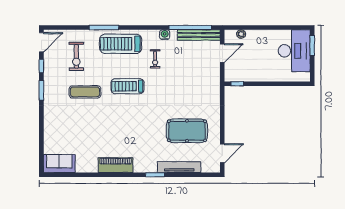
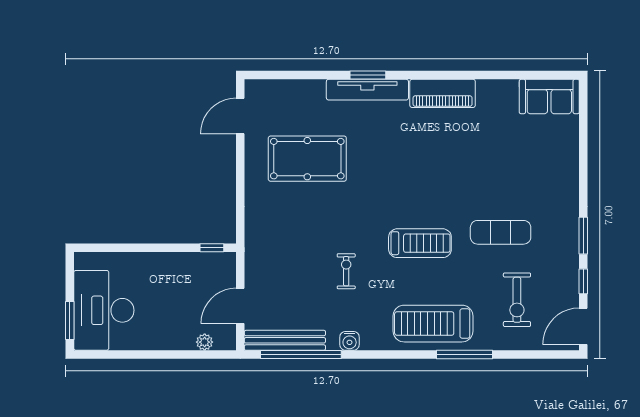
treadmill: (121, 44) -> (433, 324), turned 180
exercise bike: (76, 56) -> (517, 300), turned 180
exercise bike: (155, 59) -> (346, 271), moved
tv unit: (179, 167) -> (367, 90), moved

